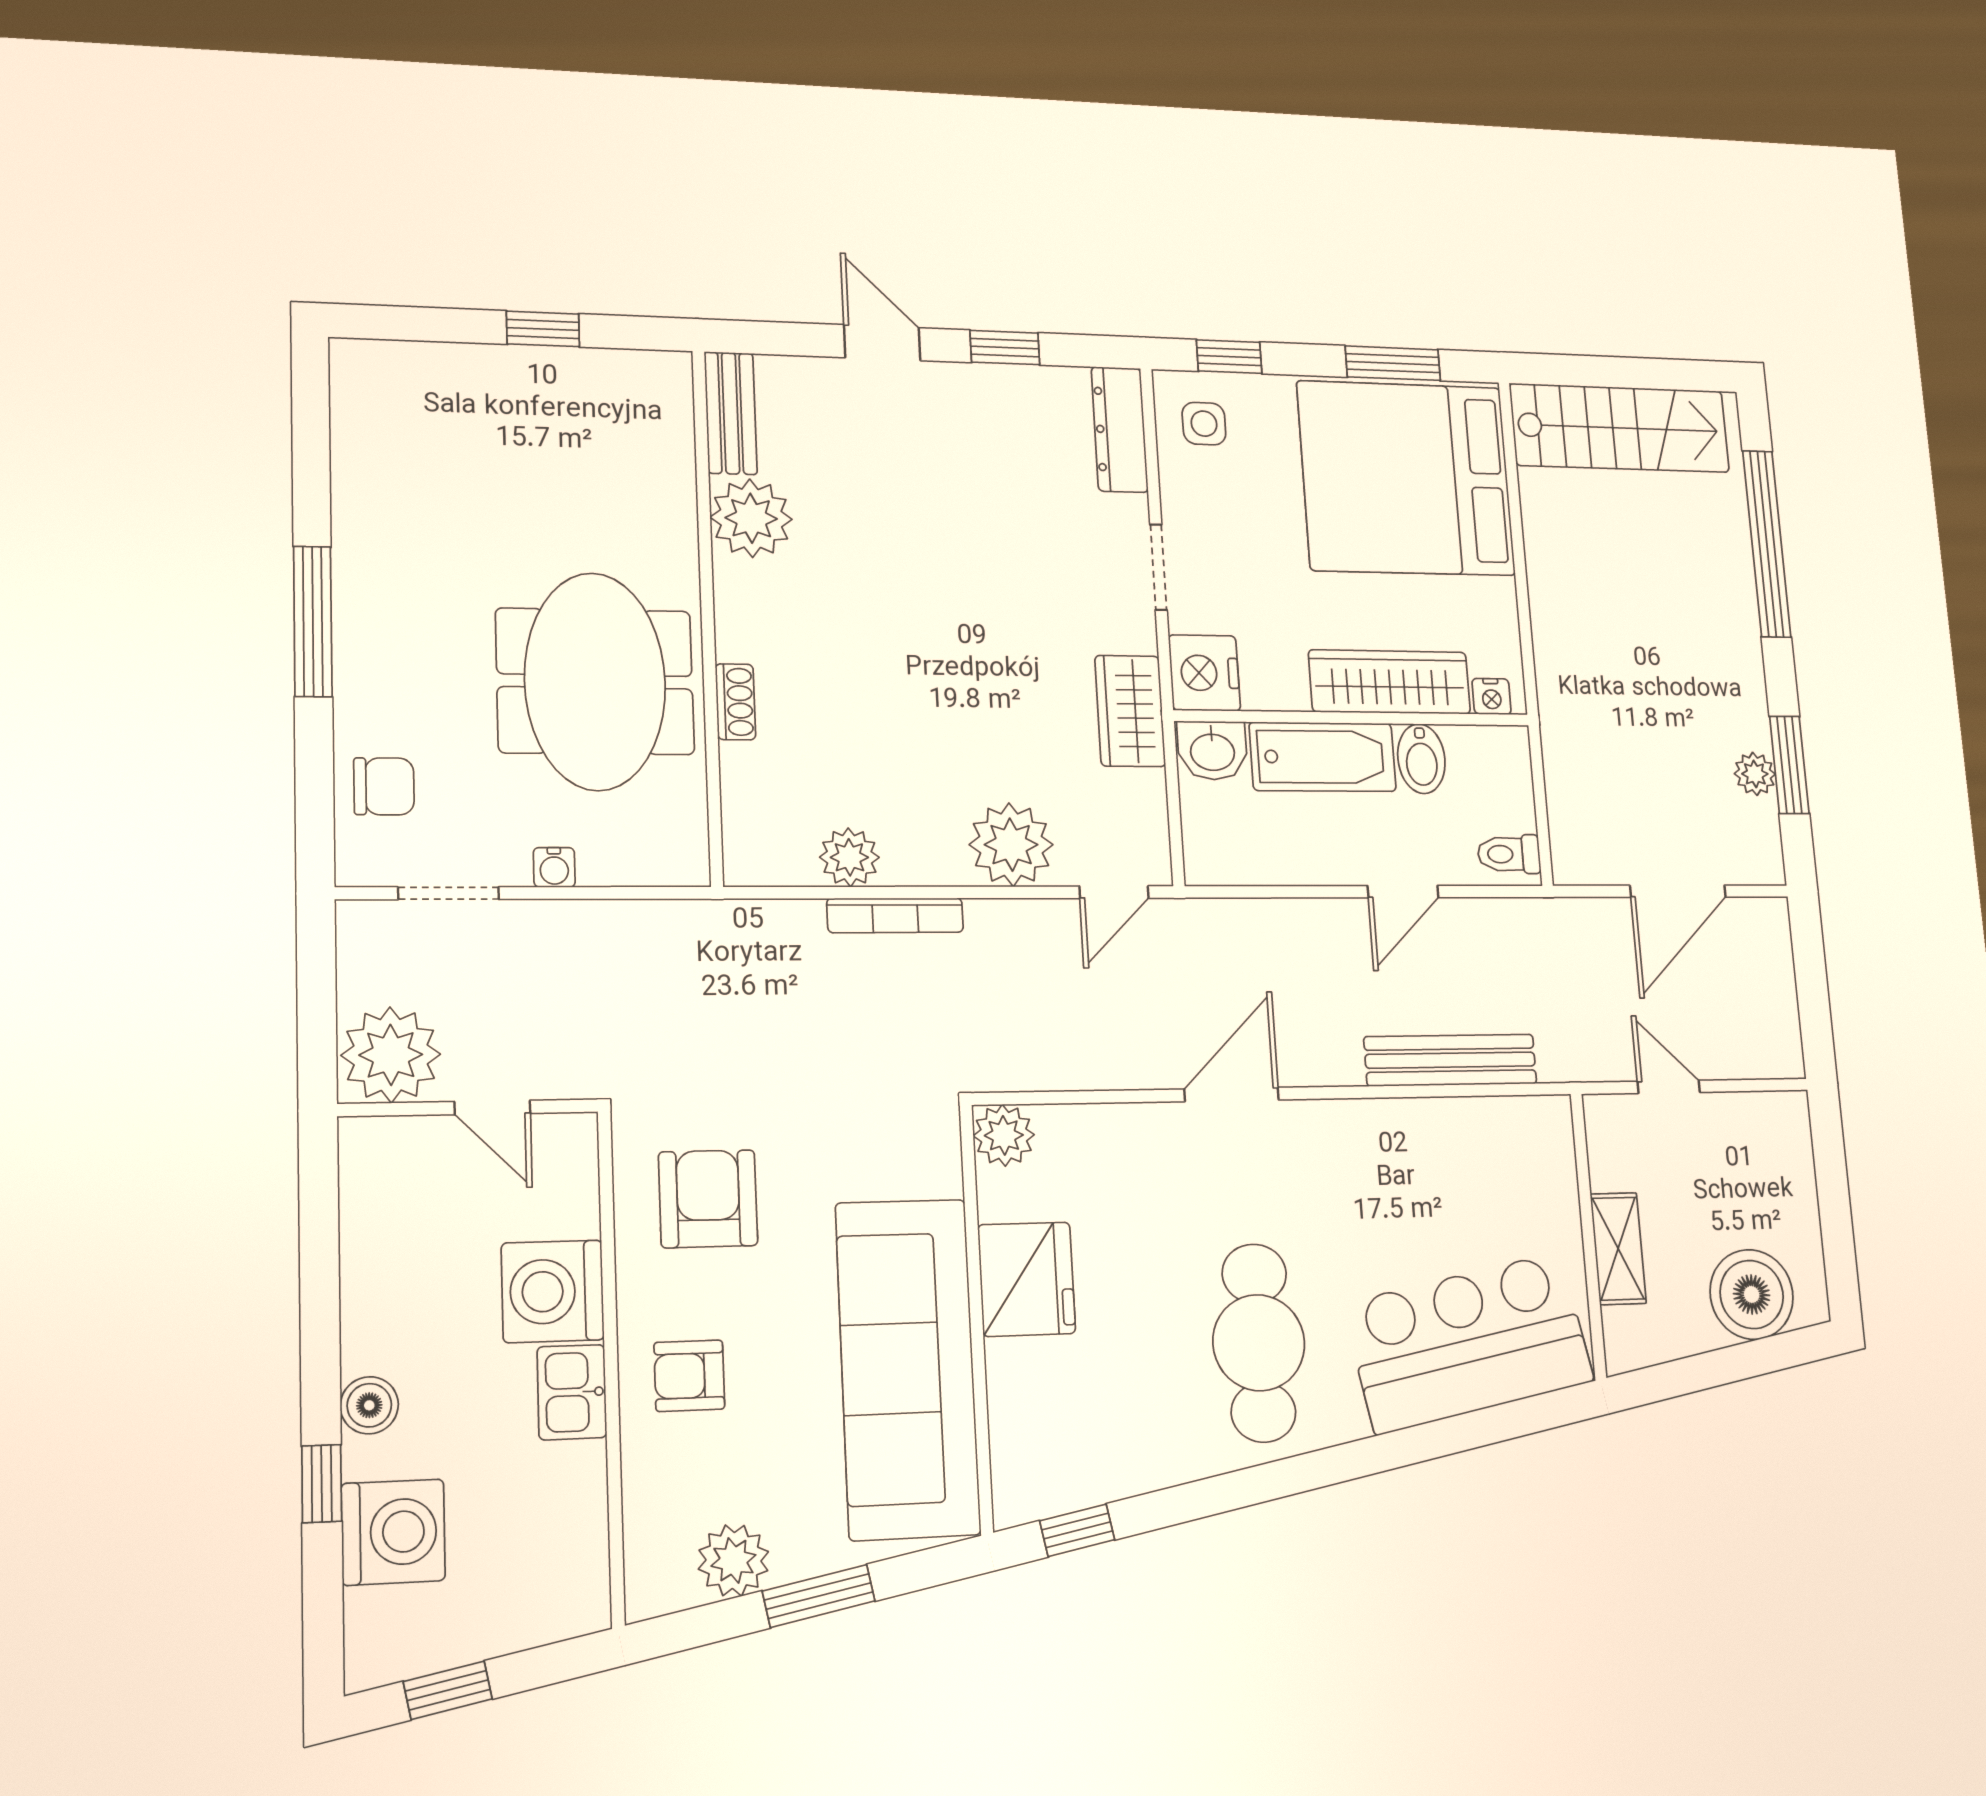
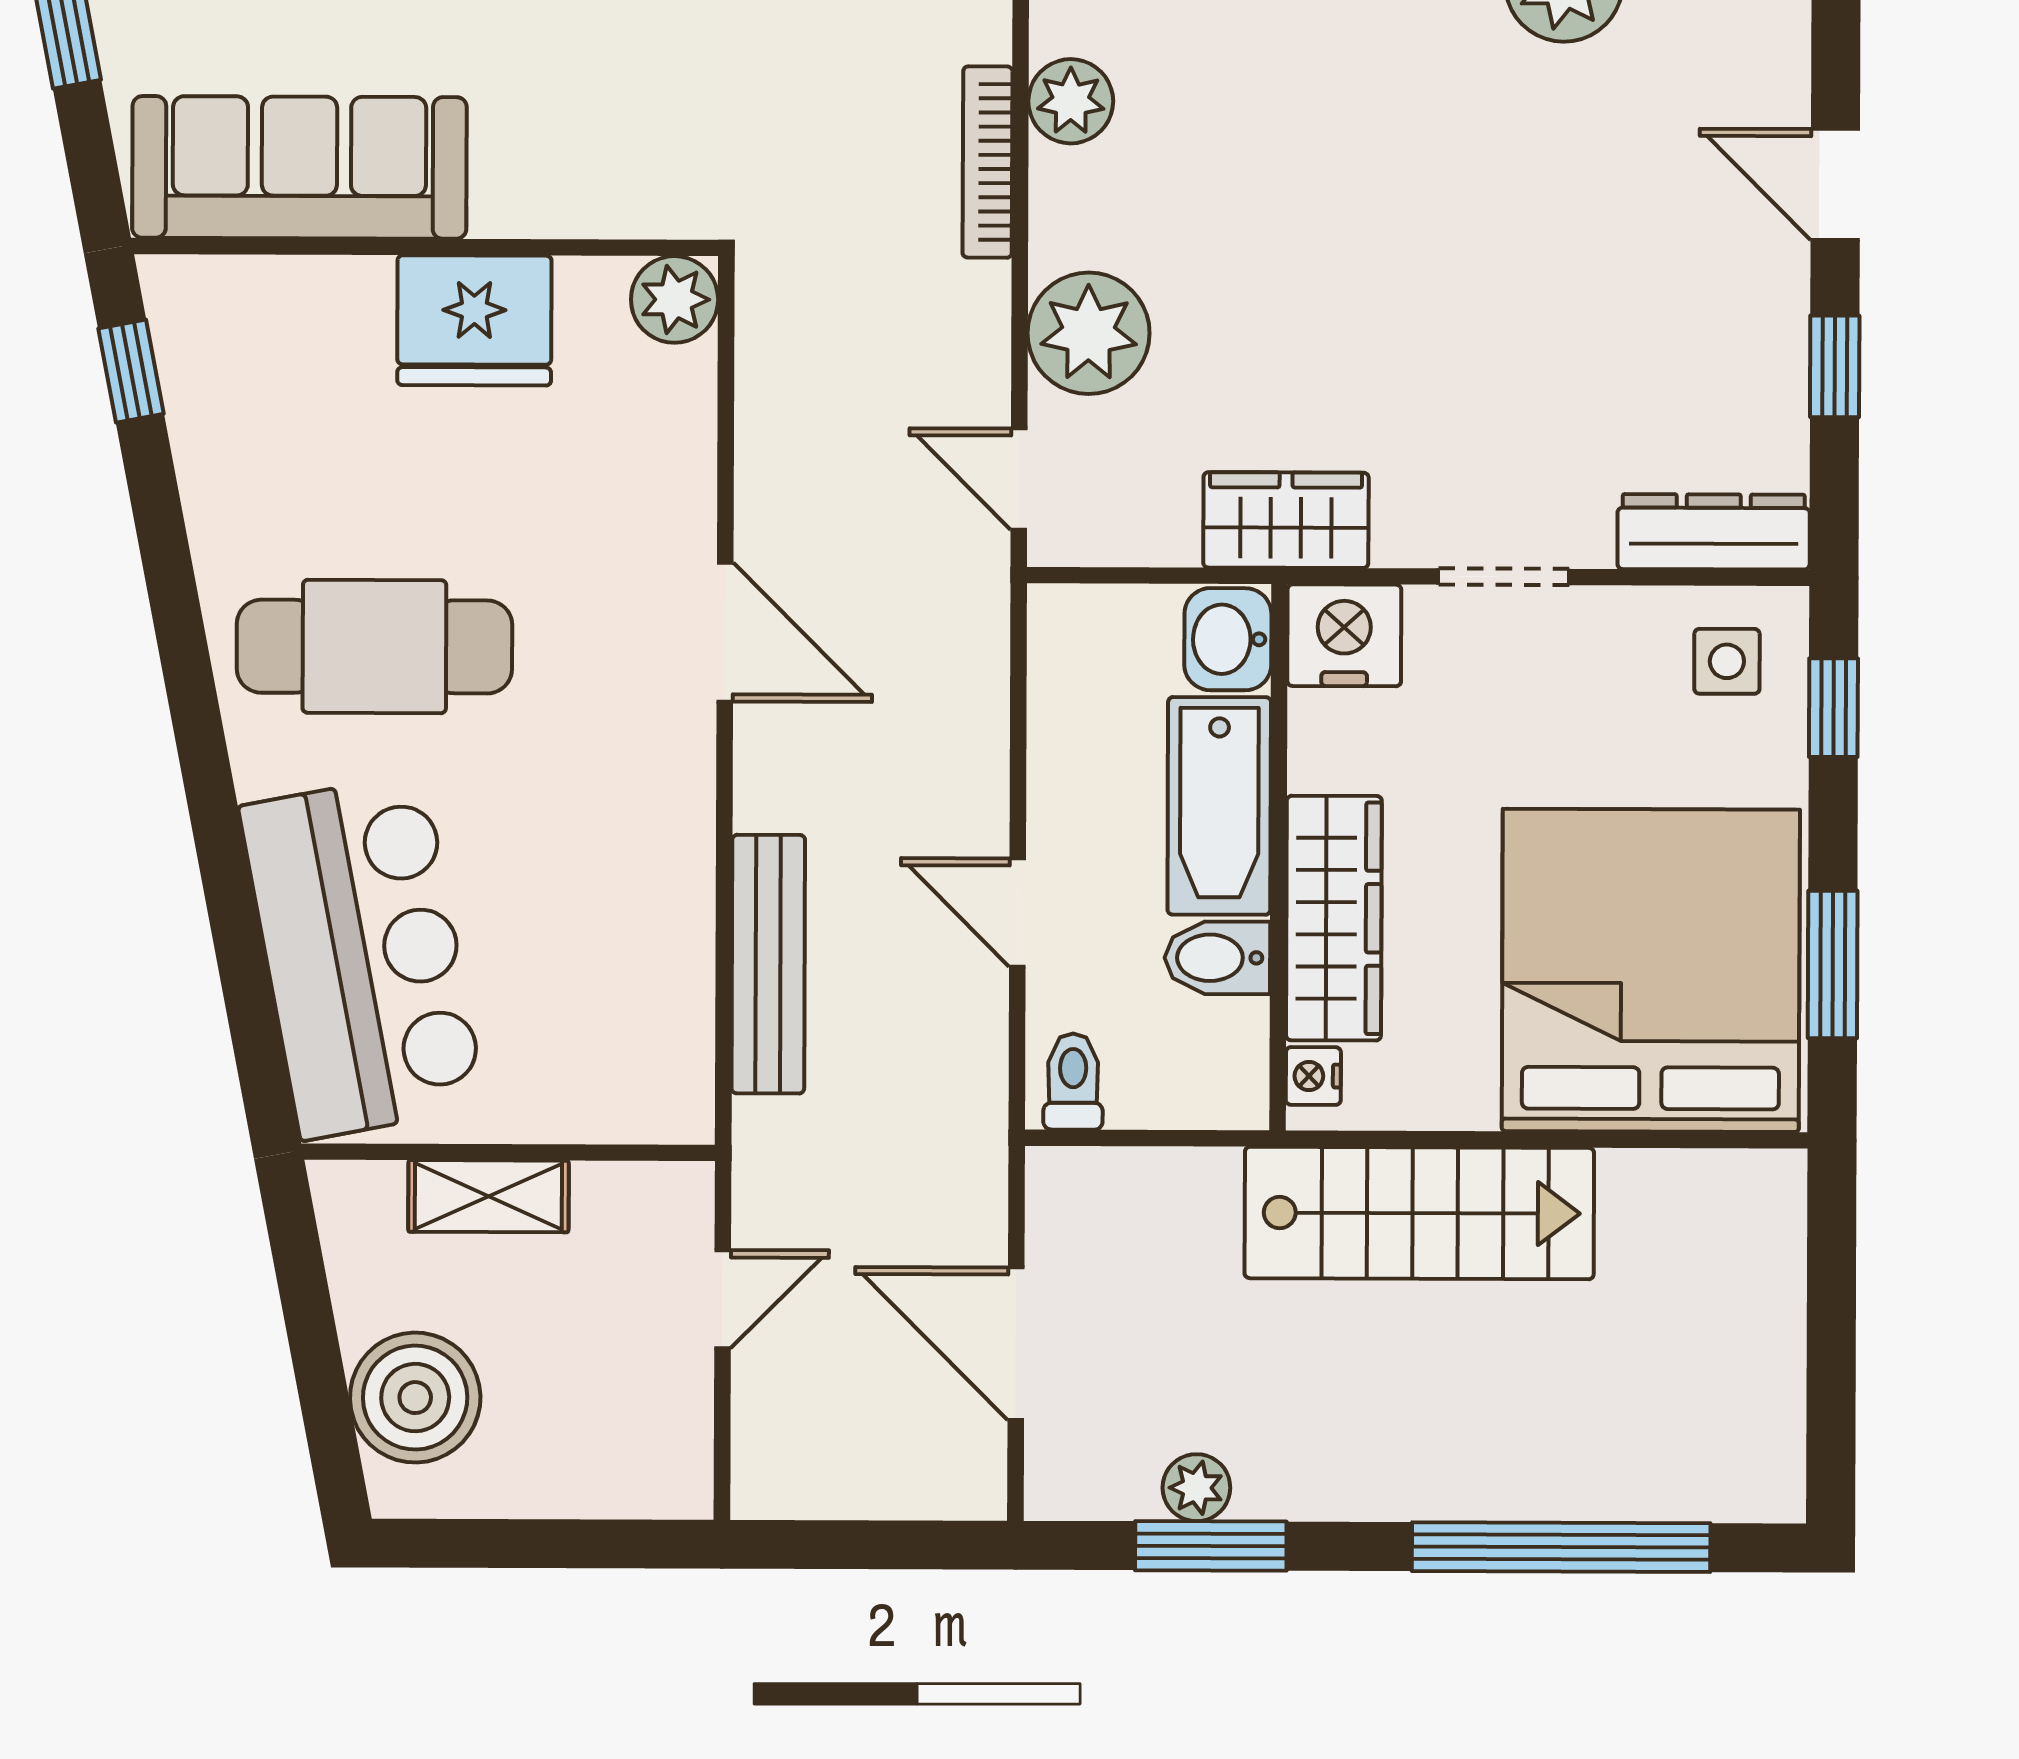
door: (882, 343) -> (1835, 185), swing flipped
stairs: (1620, 428) -> (1419, 1213), moved, turned -90
sofa: (908, 1368) -> (299, 167), width x0.74, depth x0.79

